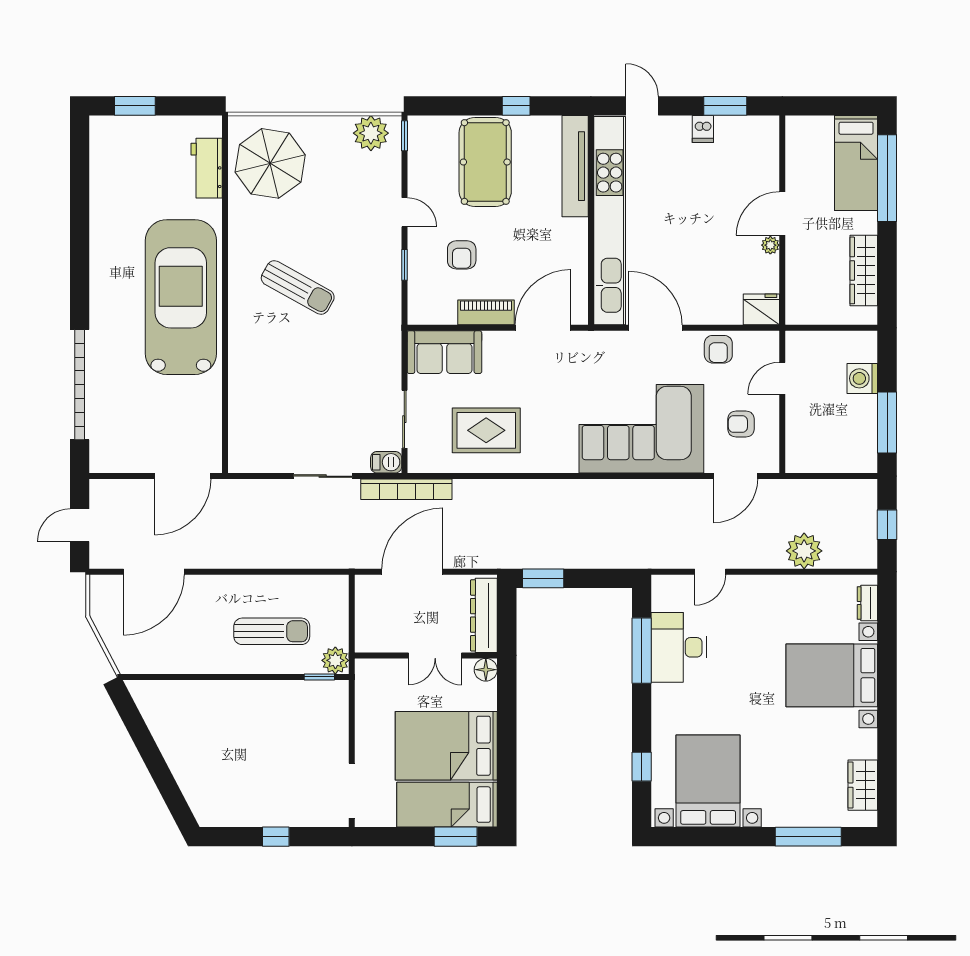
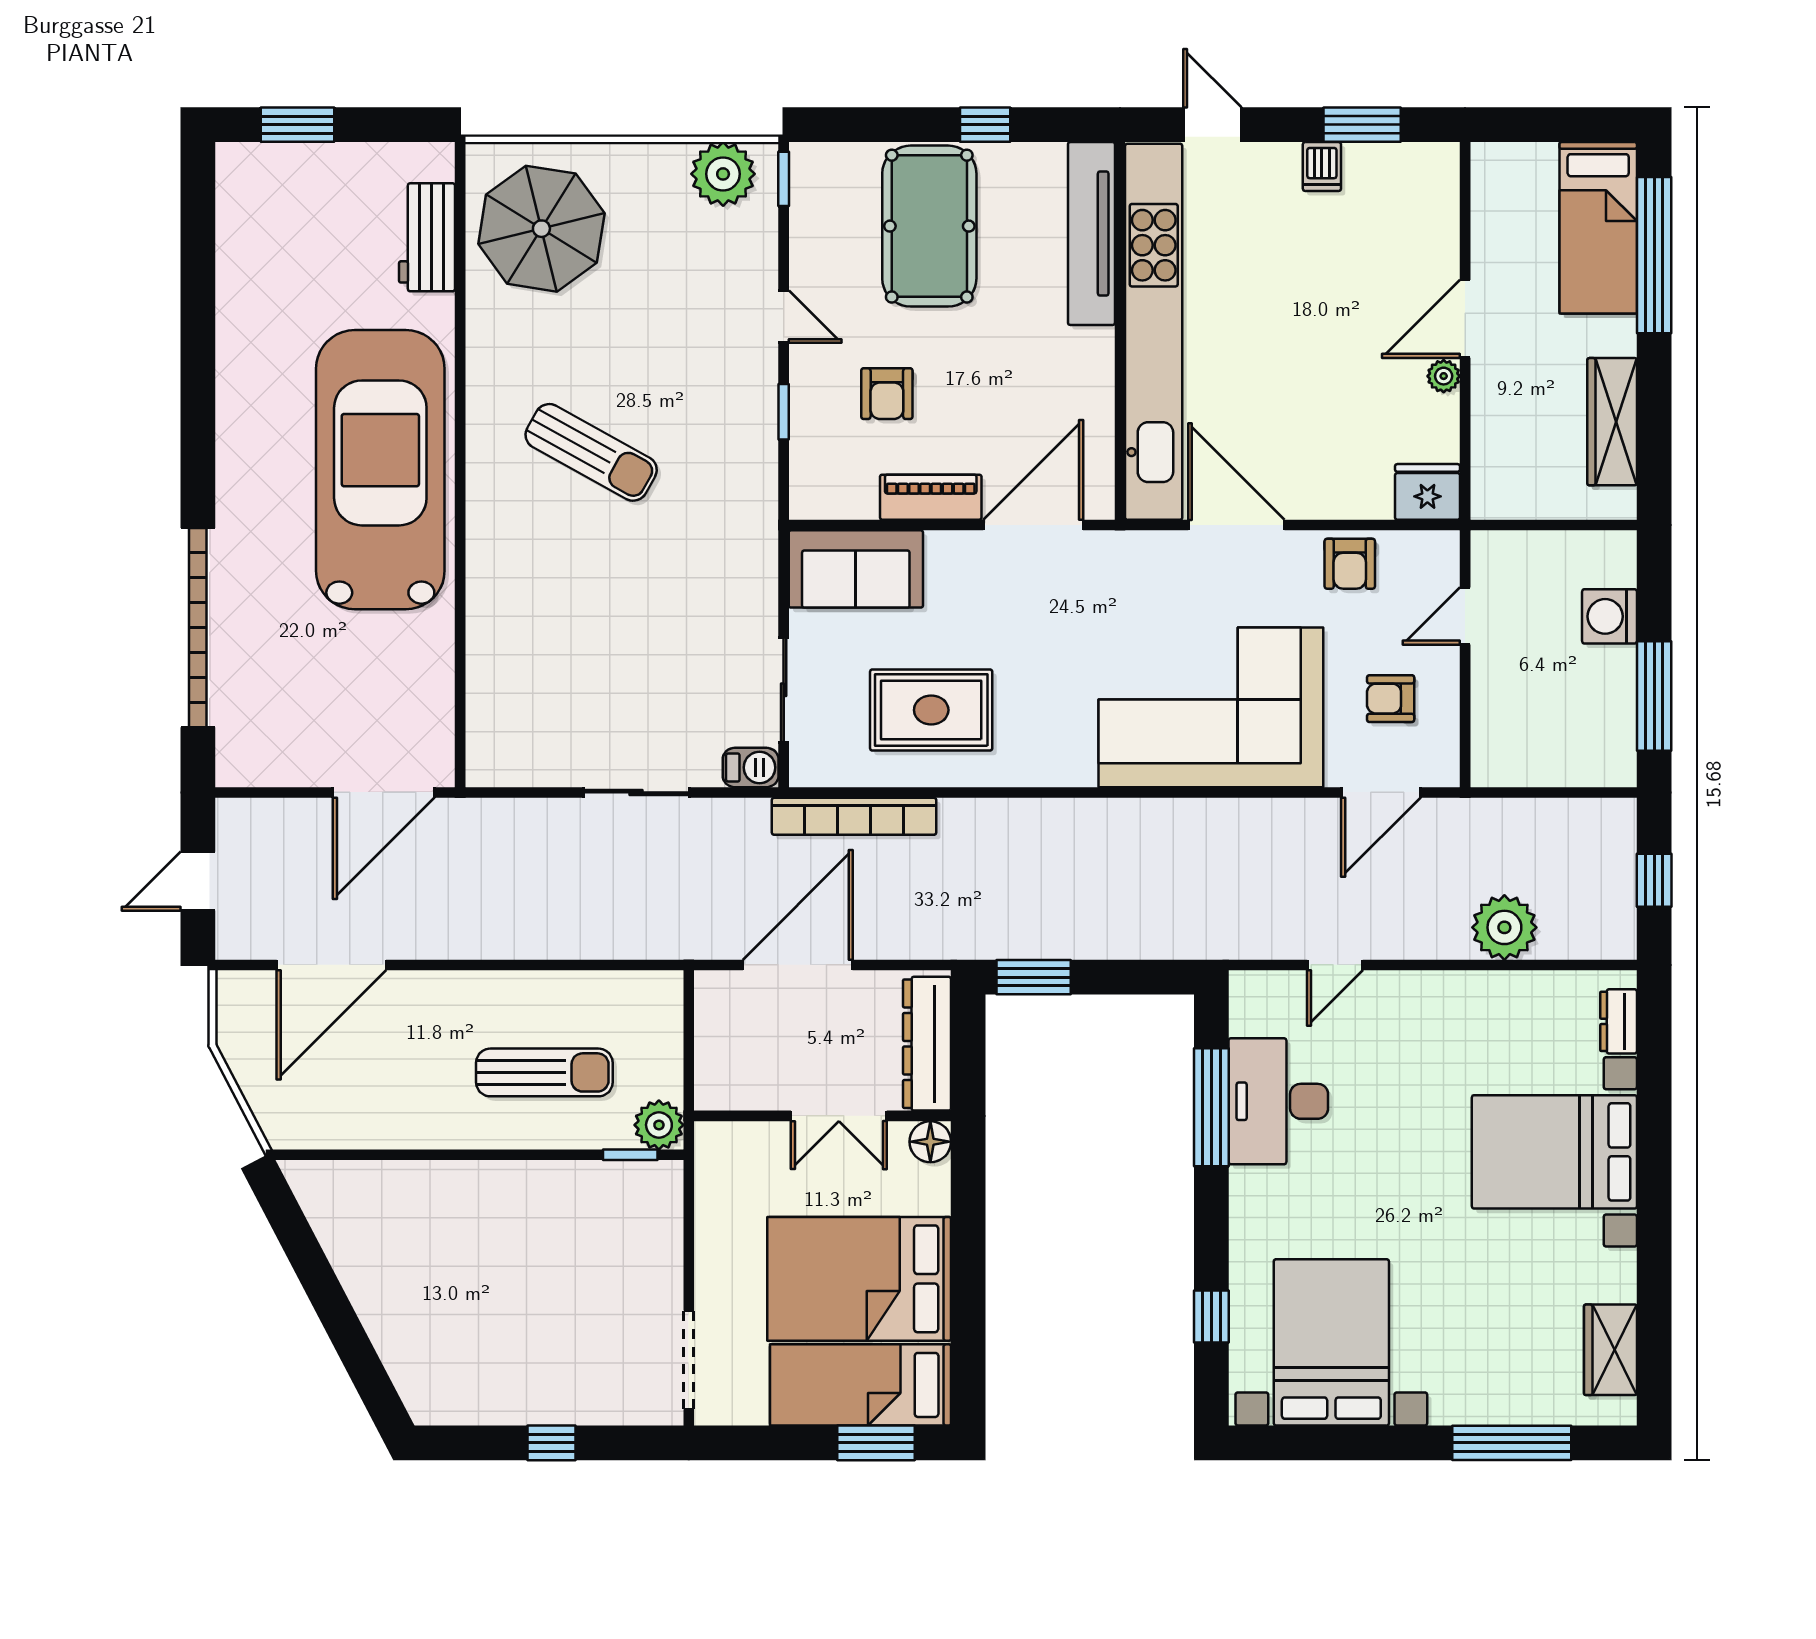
bookcase: (406, 489) -> (854, 816), moved

